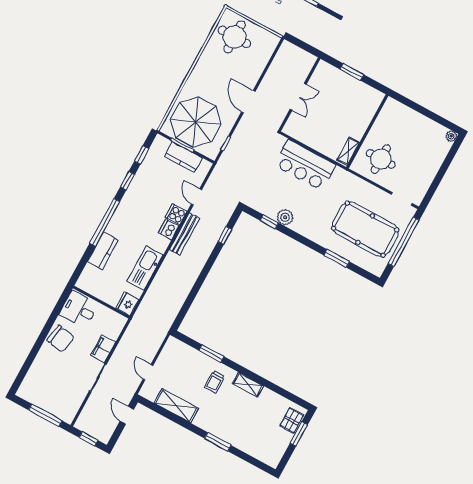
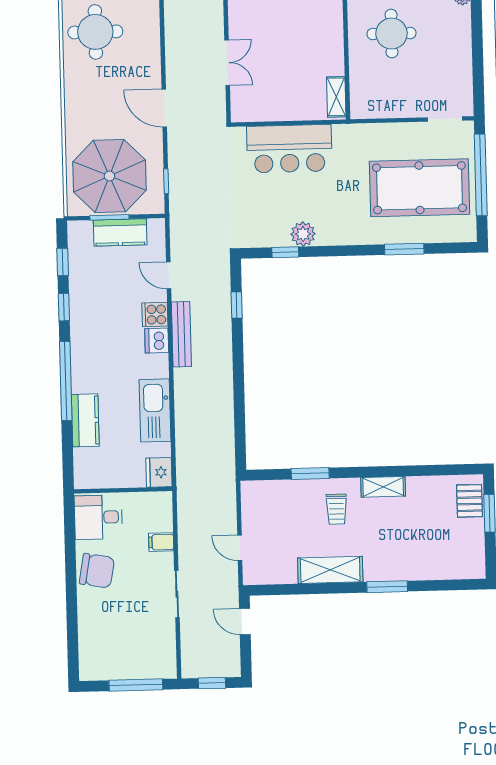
round table: (381, 159) -> (392, 34), moved
filing cabinet: (103, 349) -> (161, 542), width x0.50
shelving: (176, 406) -> (330, 570), moved

